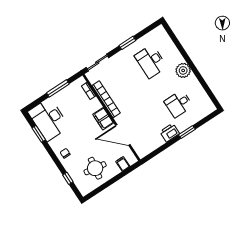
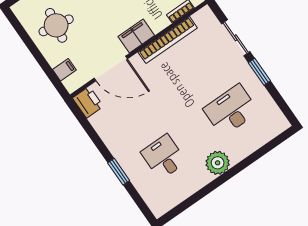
sliding door: (97, 63) -> (236, 38), moved
printer: (170, 133) -> (88, 102), moved
door: (123, 135) -> (111, 69), swing flipped

